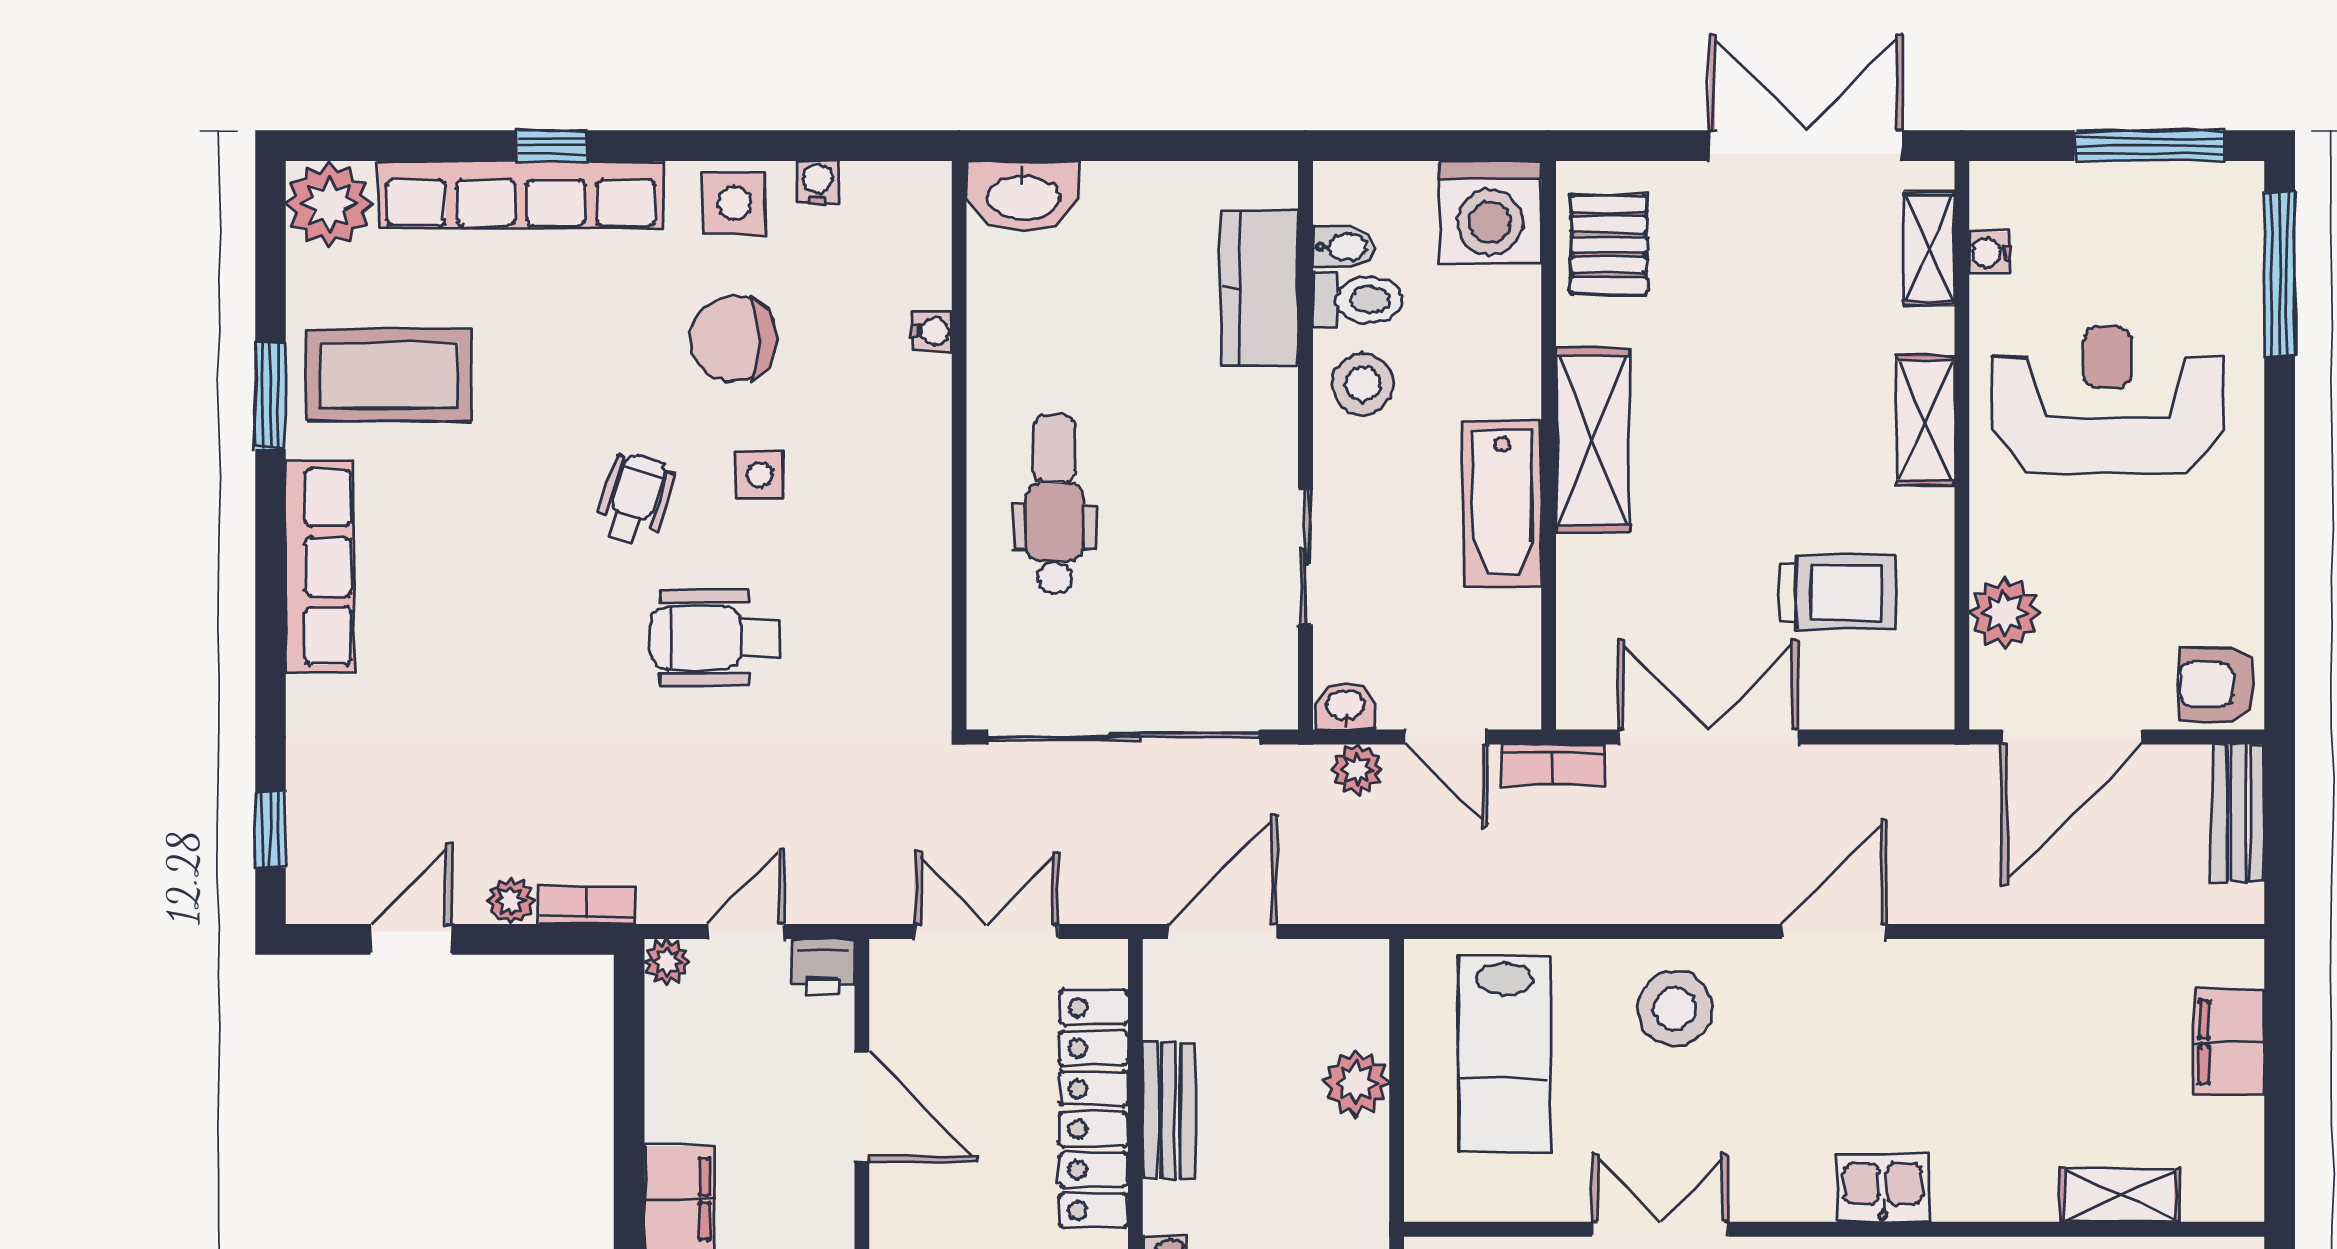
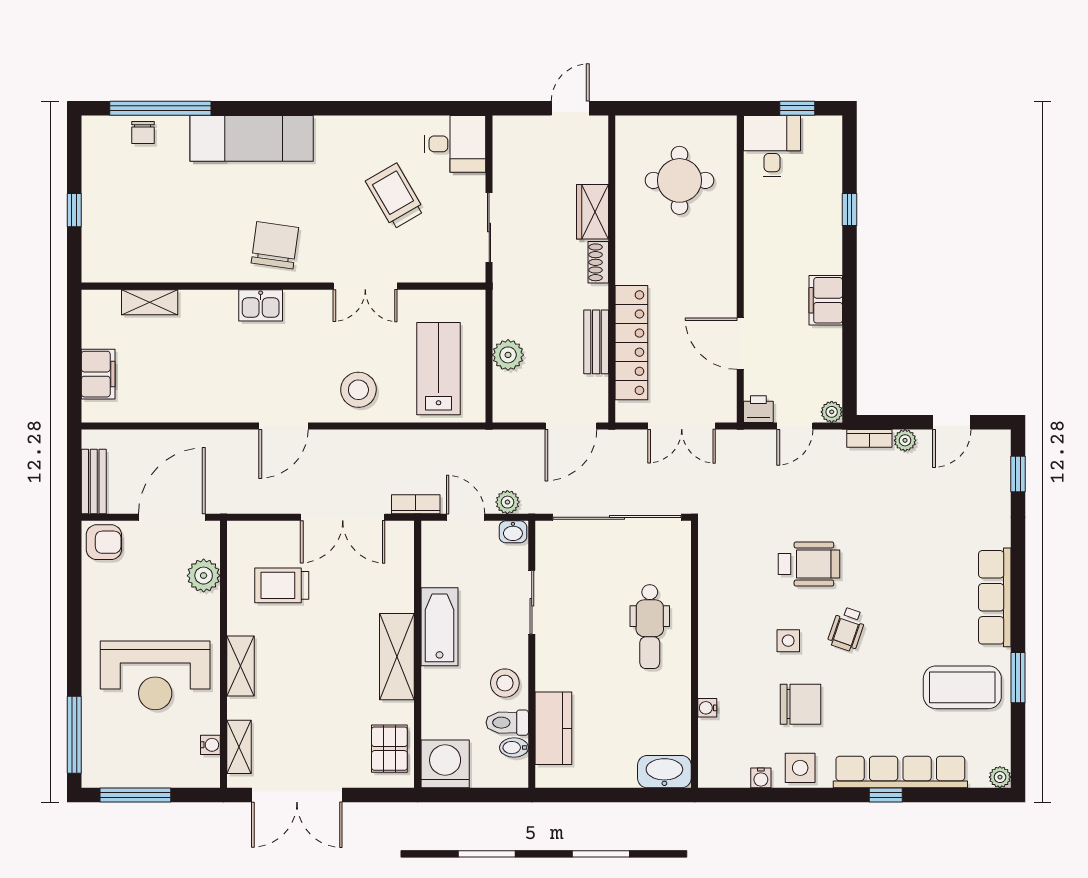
plant: (329, 204) -> (1000, 777), width x0.53, depth x0.53

